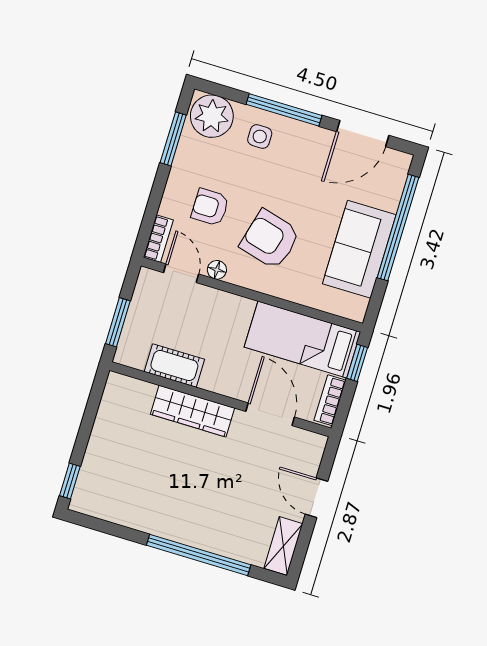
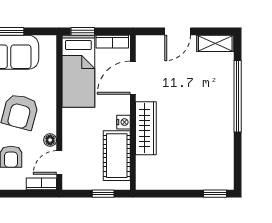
window: (118, 322) -> (103, 194), width x0.67
cot: (174, 366) -> (117, 156), width x1.37, depth x1.34
nightstand: (211, 382) -> (123, 122), added

